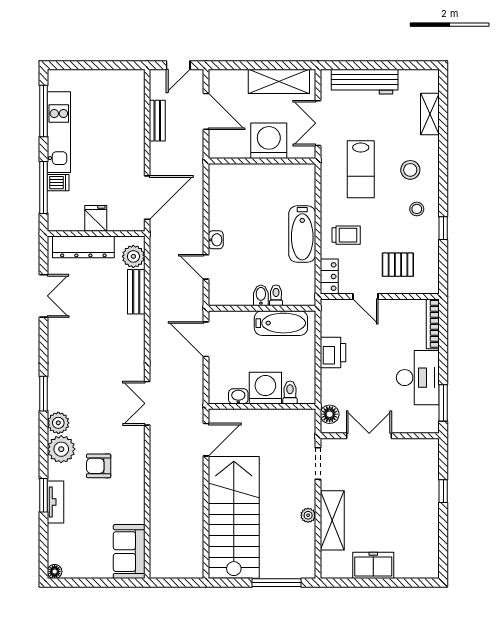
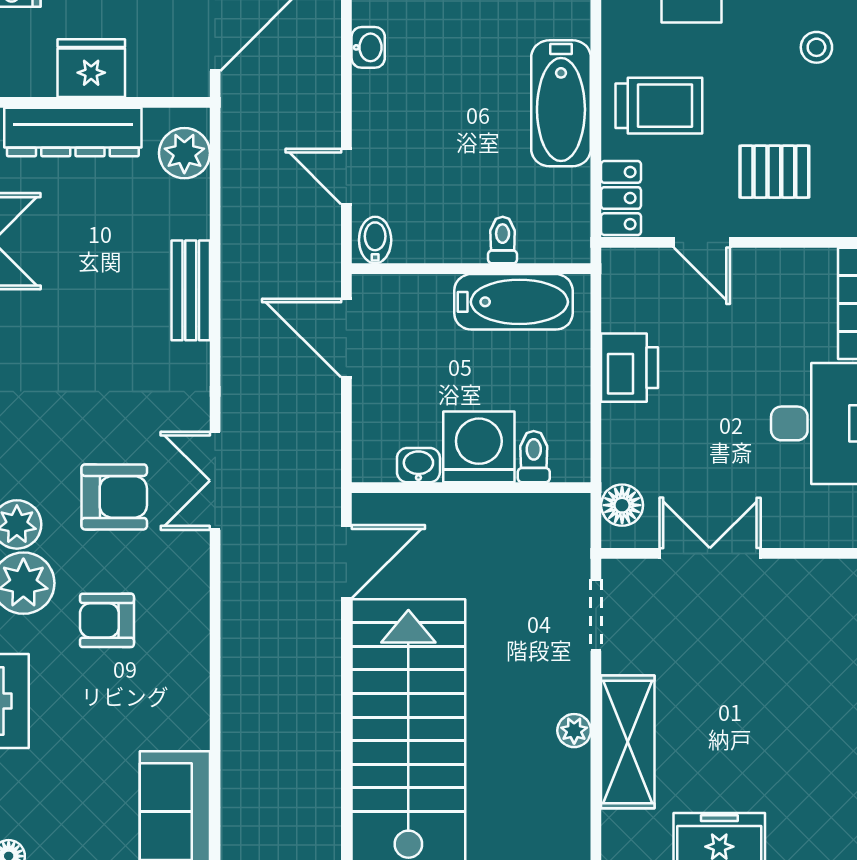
fridge: (96, 218) -> (91, 68), width x1.38
trolley: (346, 235) -> (659, 106), width x1.36, depth x1.39
washbasin: (216, 240) -> (368, 47), moved
bench: (136, 292) -> (191, 290), moved
bidet: (261, 295) -> (375, 240), moved
armchair: (102, 411) -> (114, 497), added

